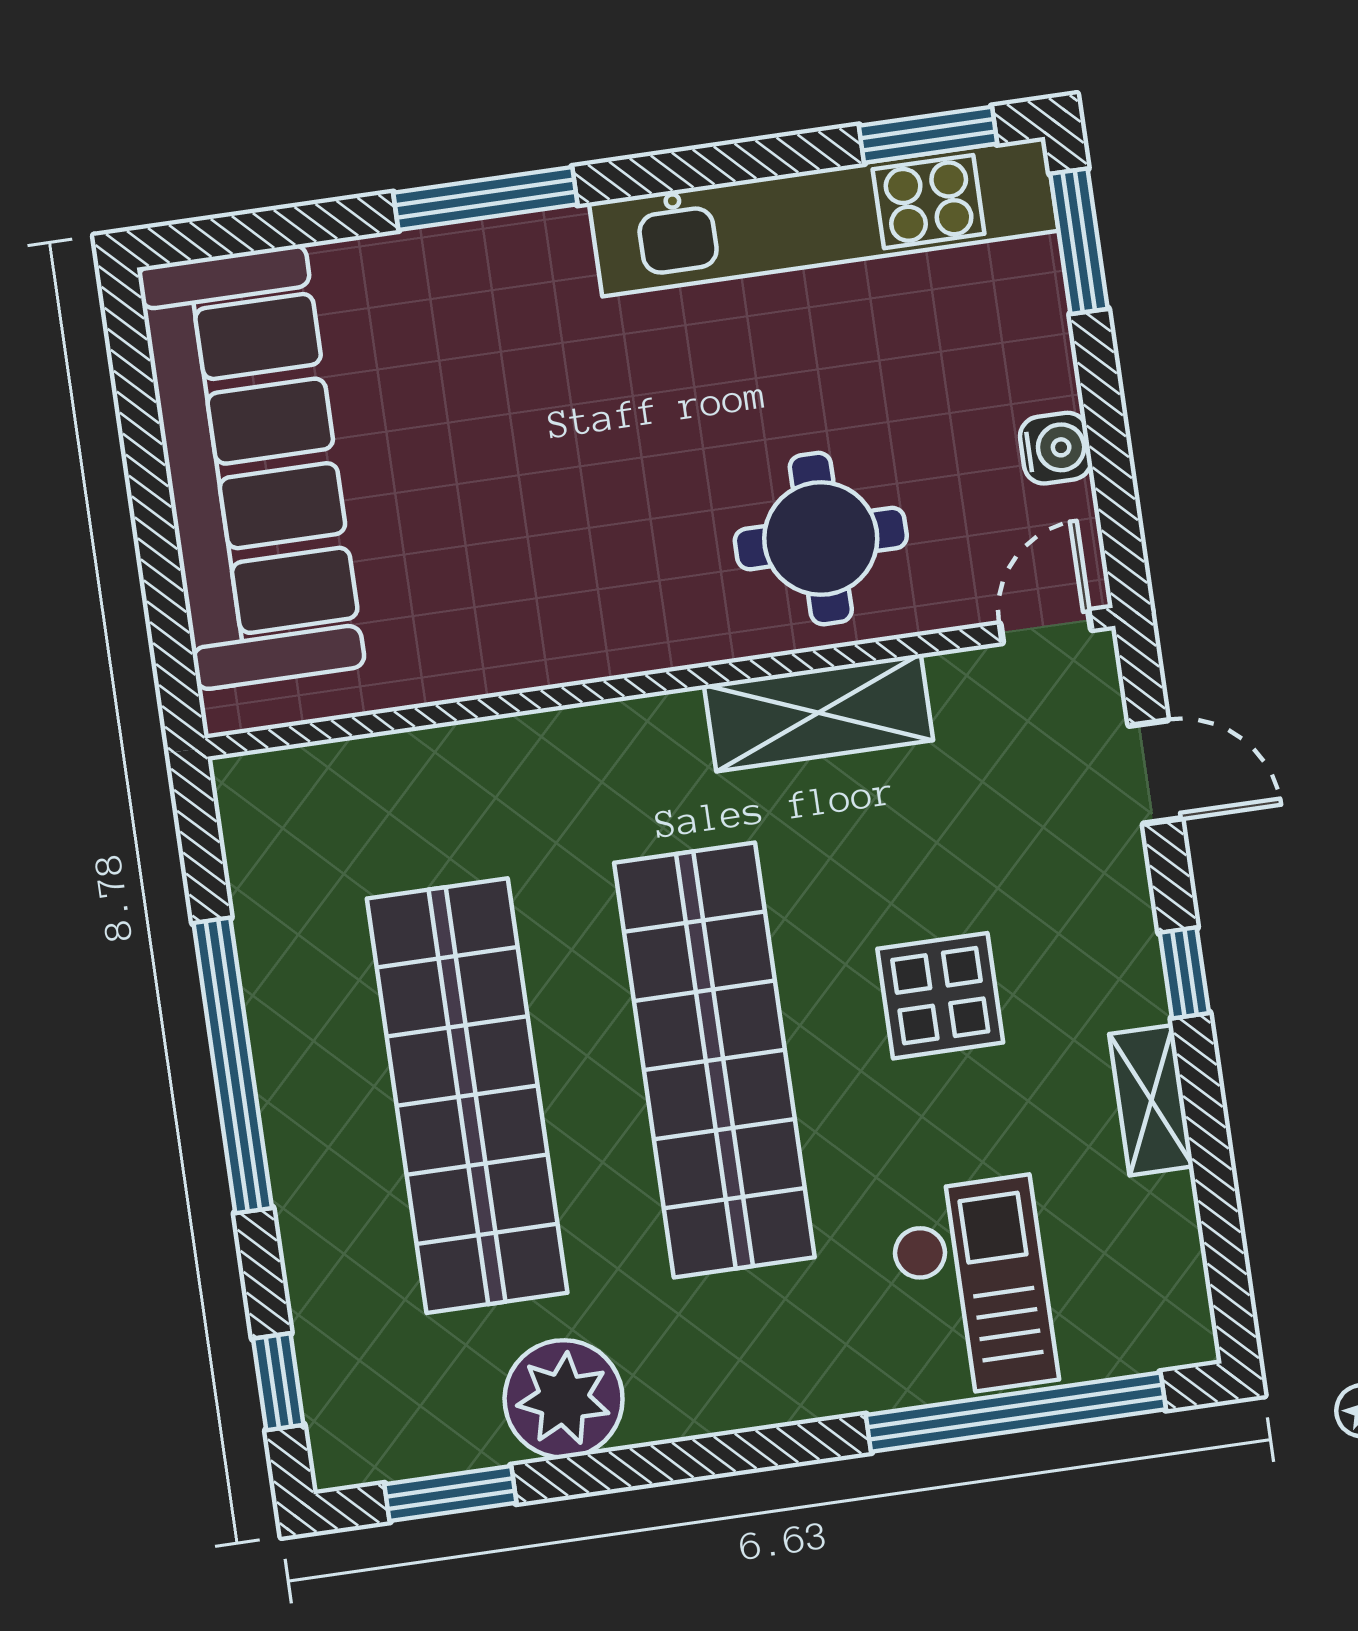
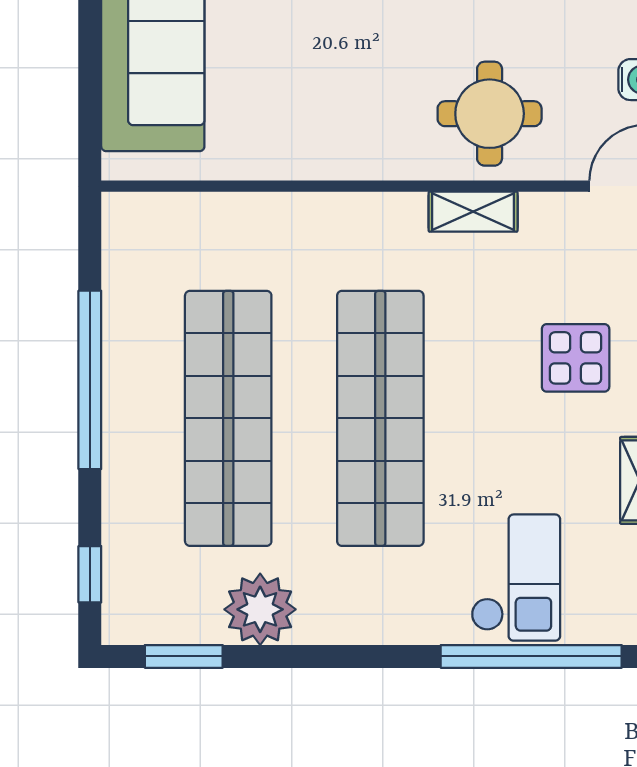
shelving: (819, 713) -> (473, 212), width x0.67, depth x0.75
display table: (940, 996) -> (576, 358), moved

